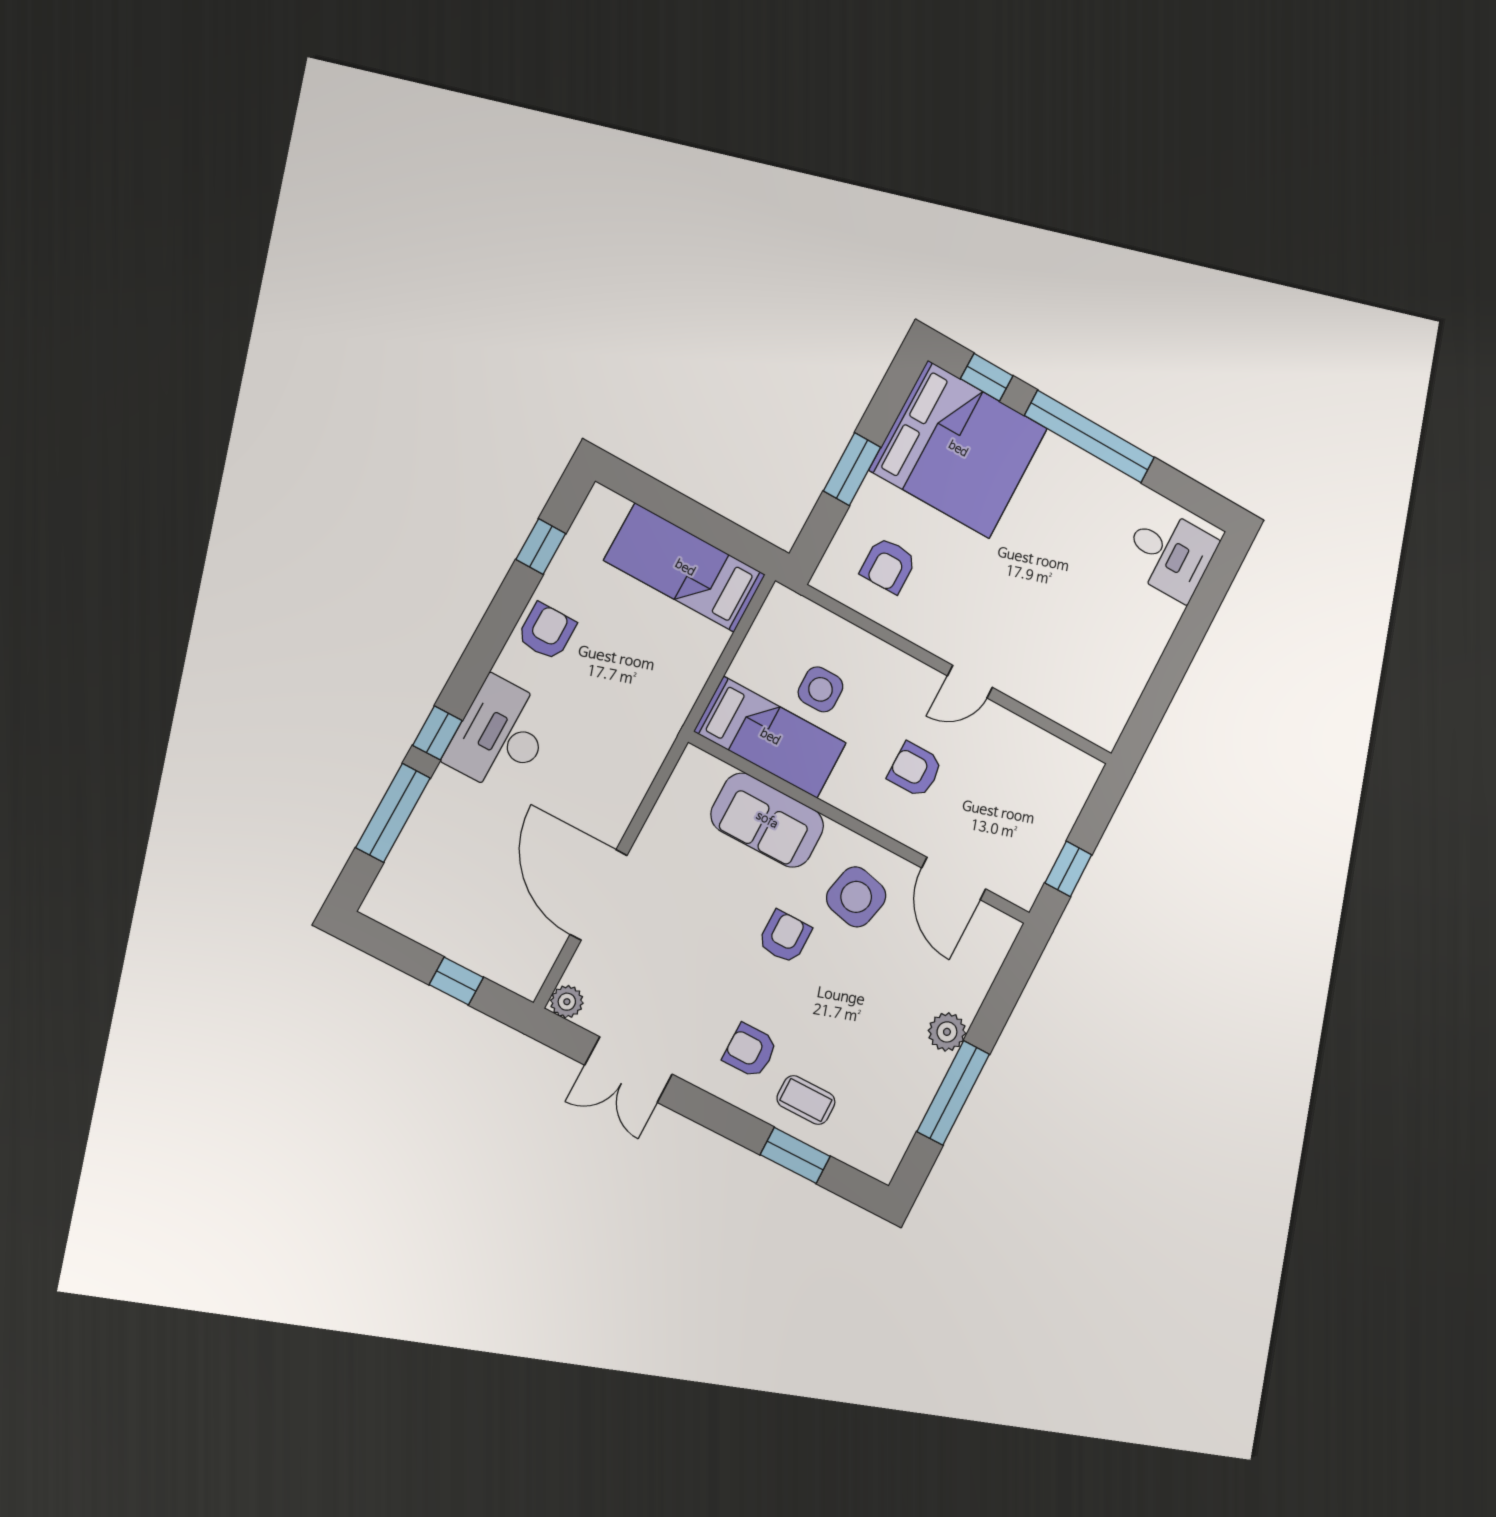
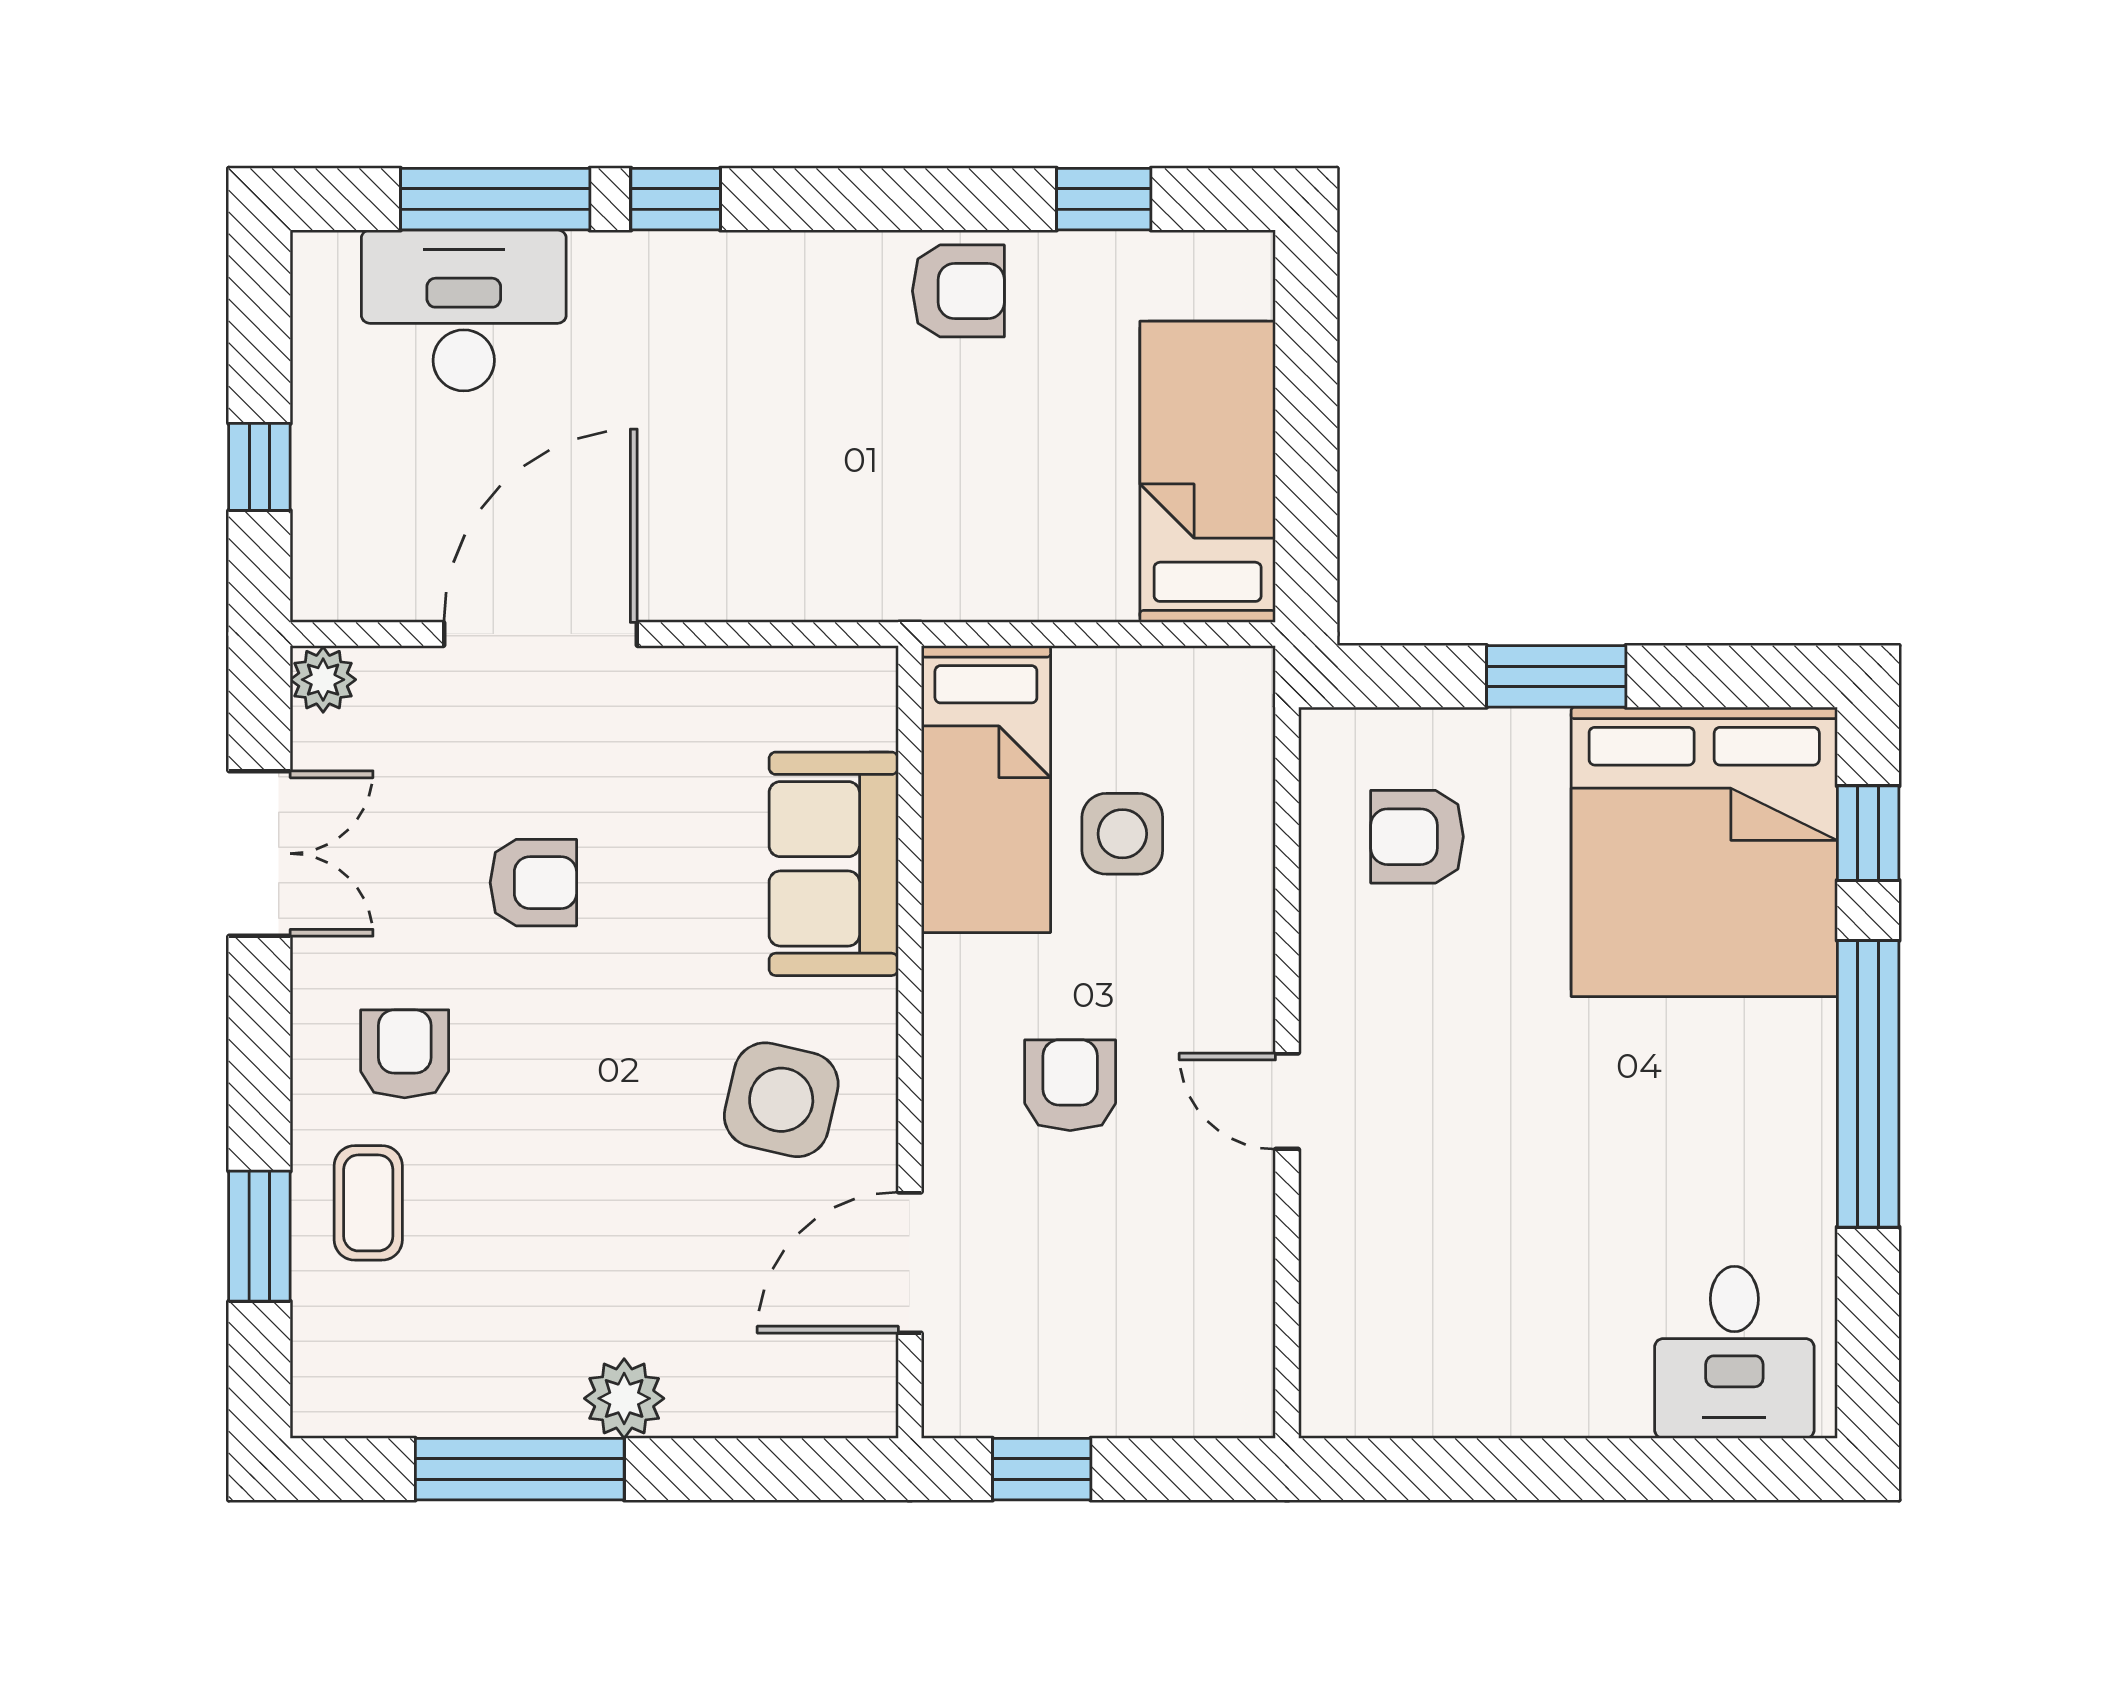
desk: (501, 735) -> (464, 310), moved
armchair: (785, 937) -> (533, 883), moved
double door: (629, 1070) -> (259, 854), swing flipped

